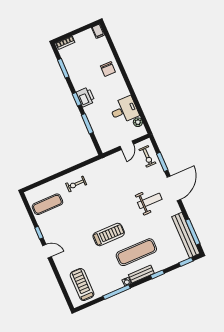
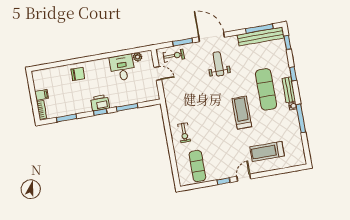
filing cabinet: (98, 31) -> (42, 95), moved
treadmill: (82, 285) -> (267, 151), moved

